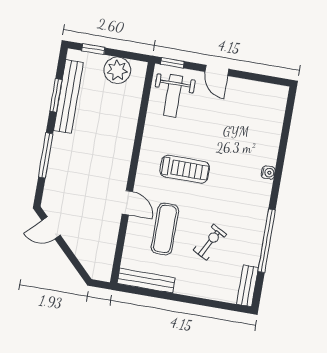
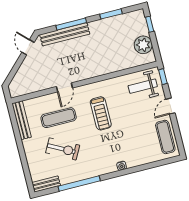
bench: (69, 96) -> (65, 34), moved
exercise mat: (256, 96) -> (165, 137), added
exercise bike: (210, 242) -> (63, 149), width x1.38, depth x1.39

